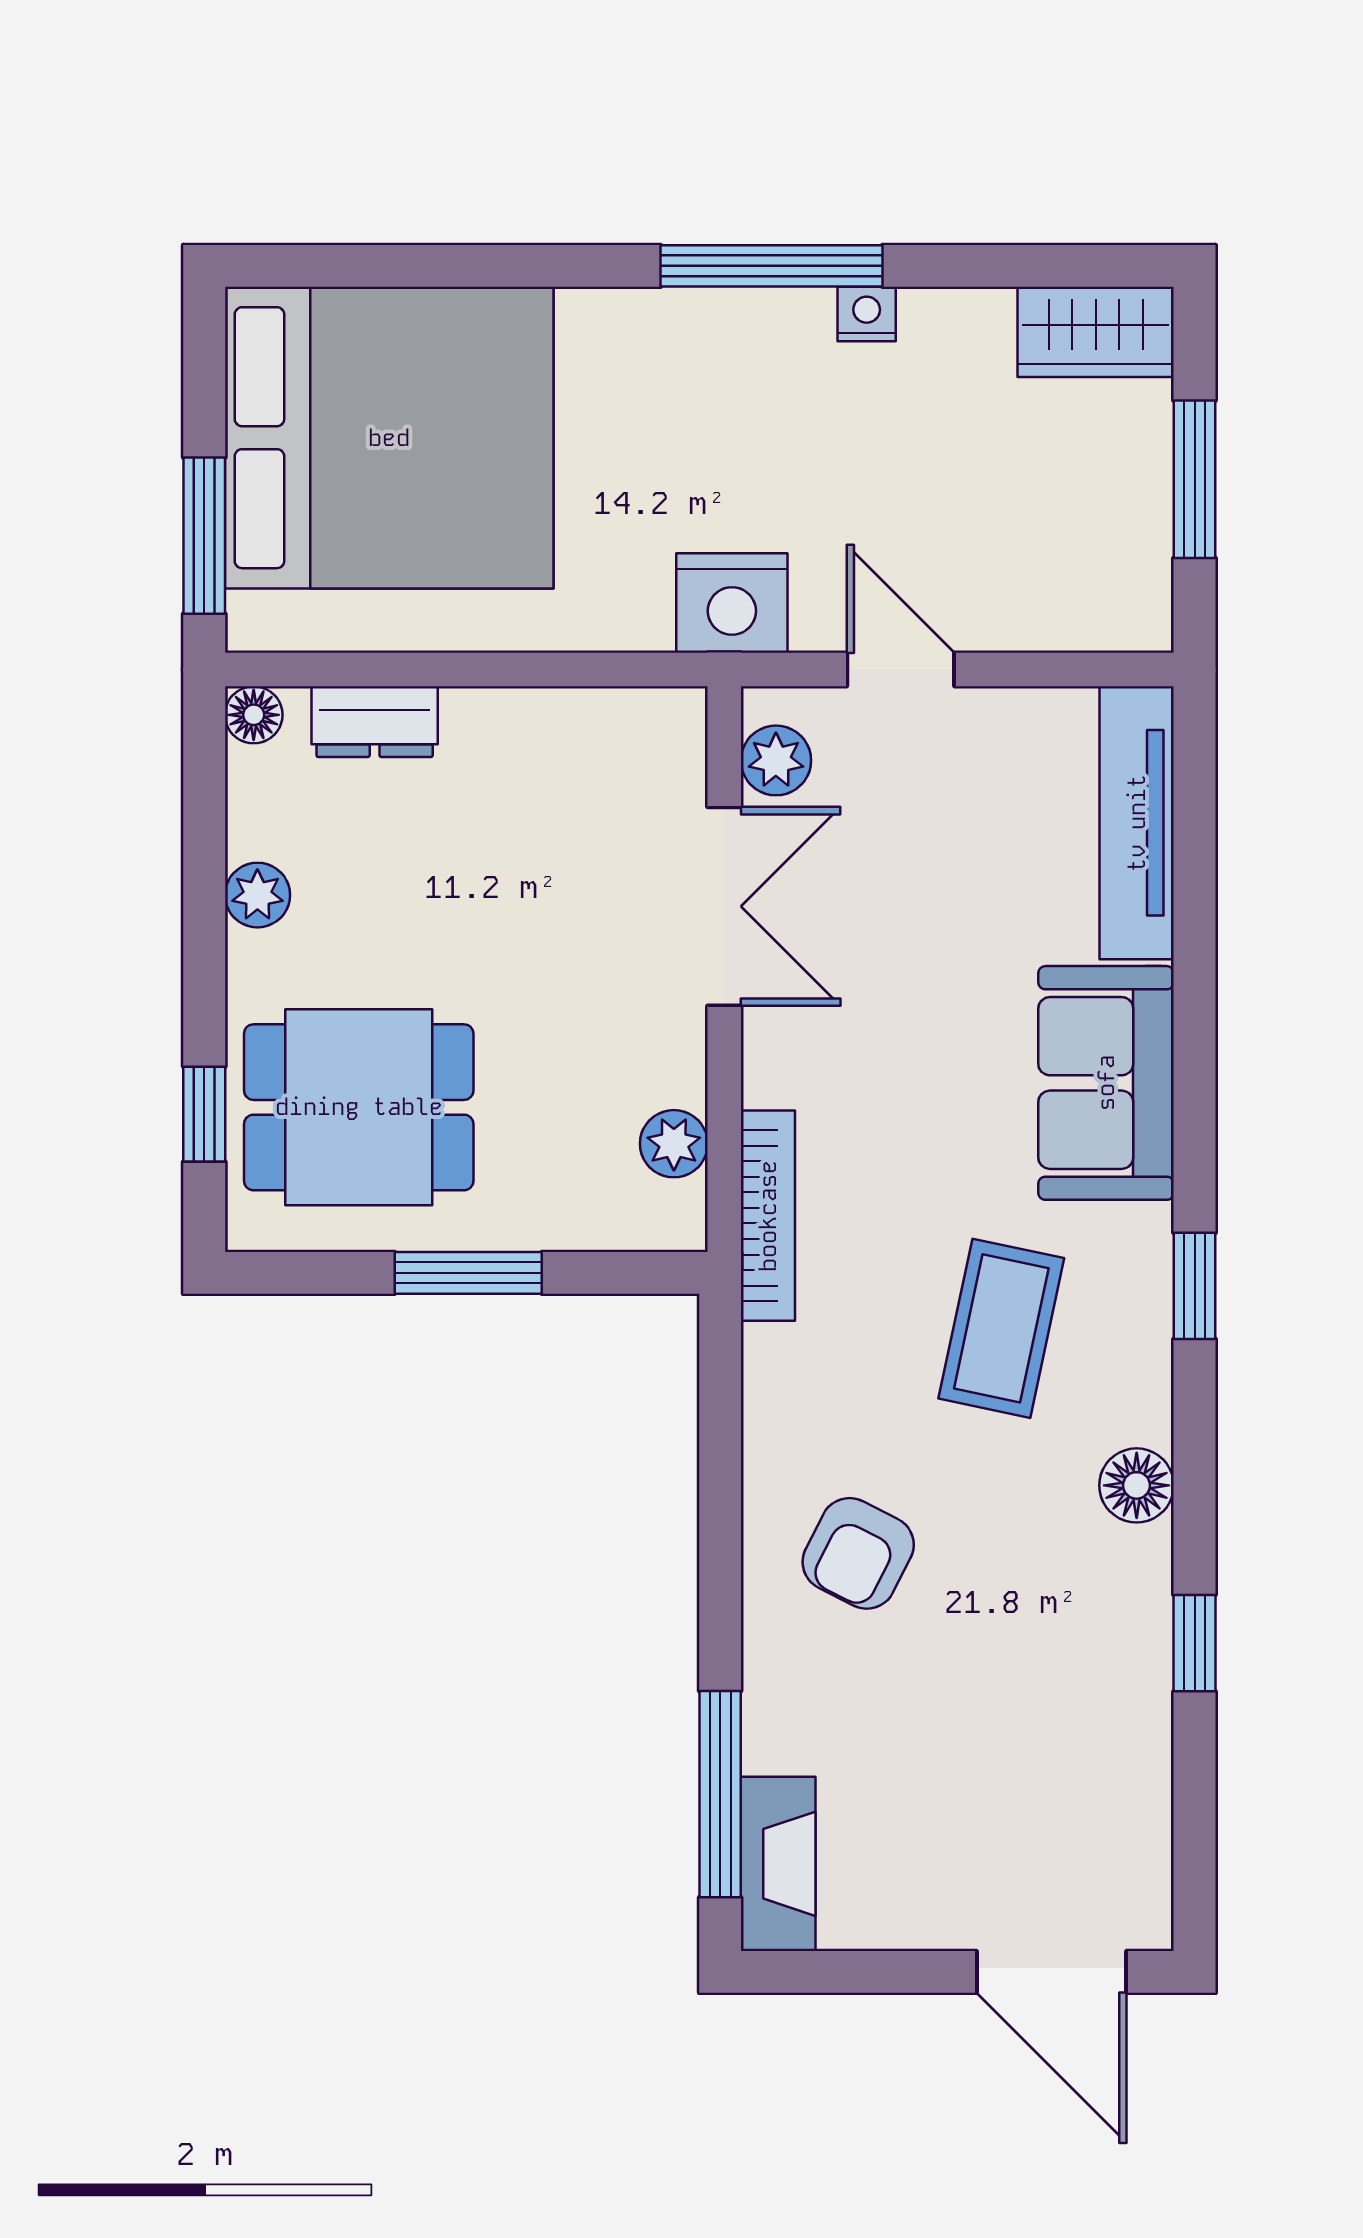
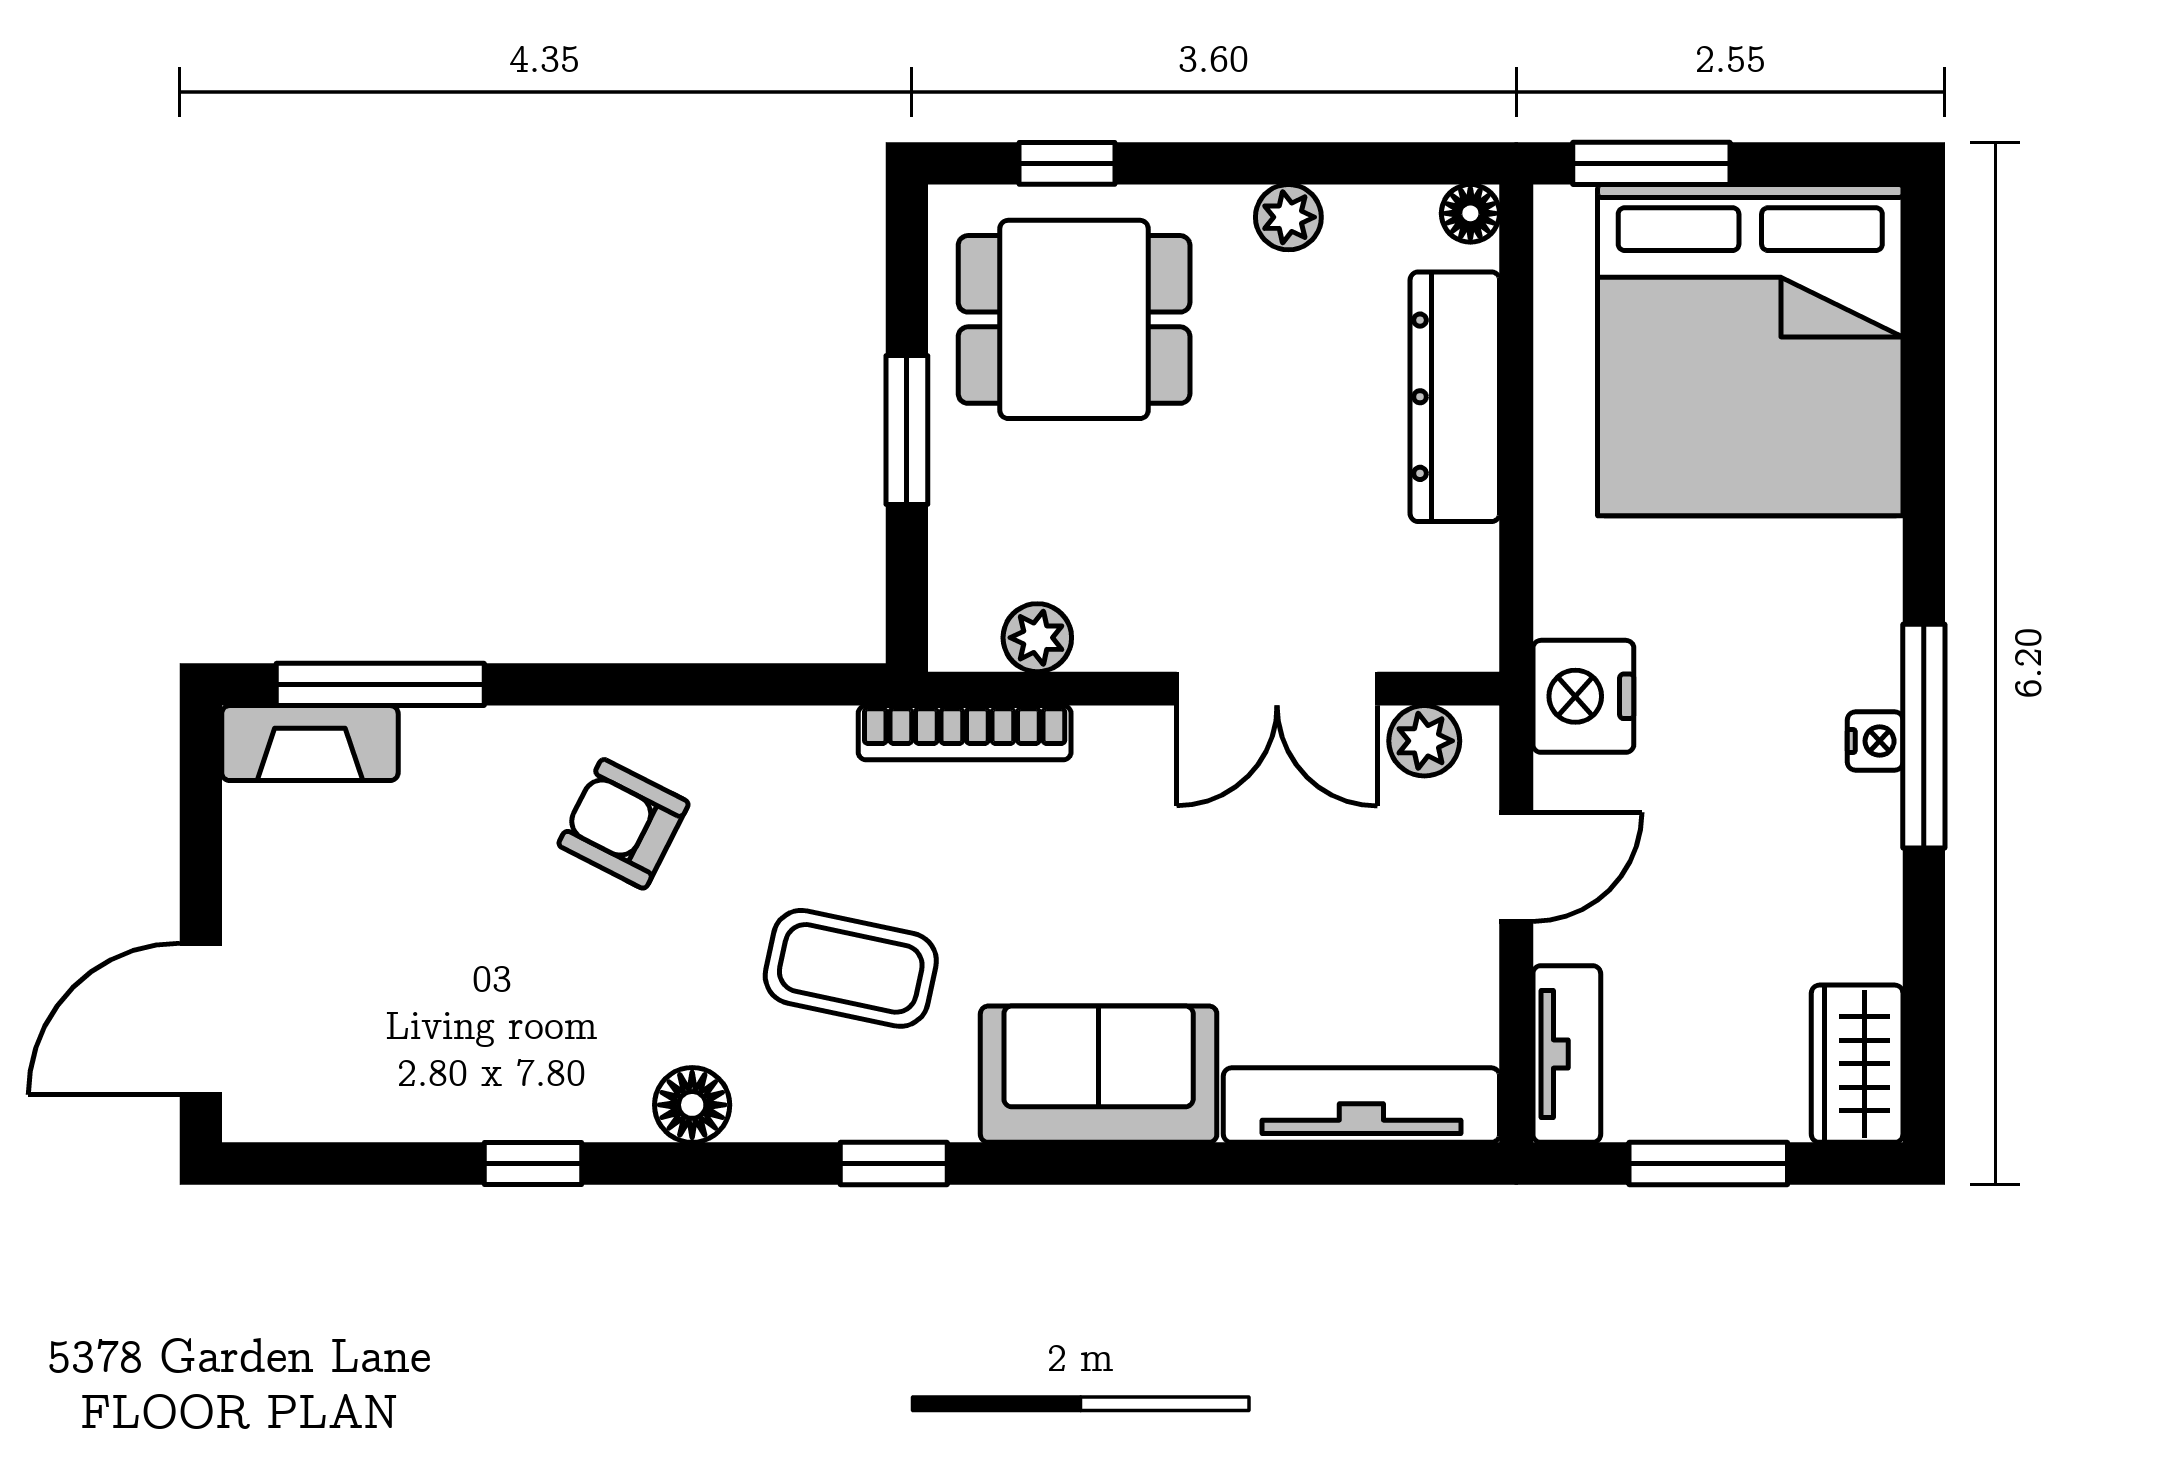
nightstand: (867, 314) -> (1875, 741), moved
tv unit: (1086, 619) -> (1567, 1054), added
dresser: (375, 722) -> (1455, 397), width x1.96, depth x1.24
dining table: (359, 1107) -> (1074, 319), turned 90

